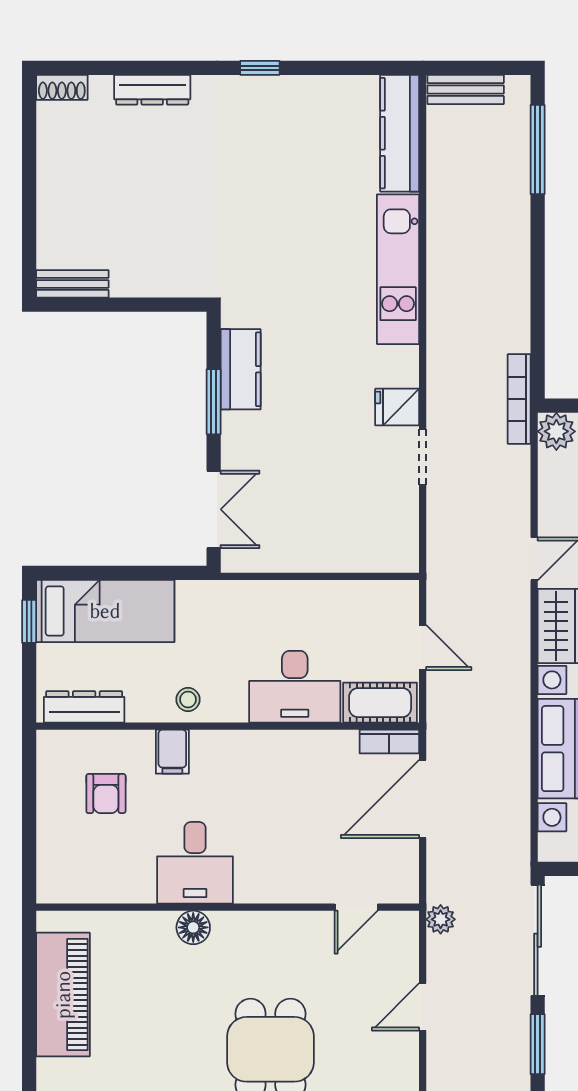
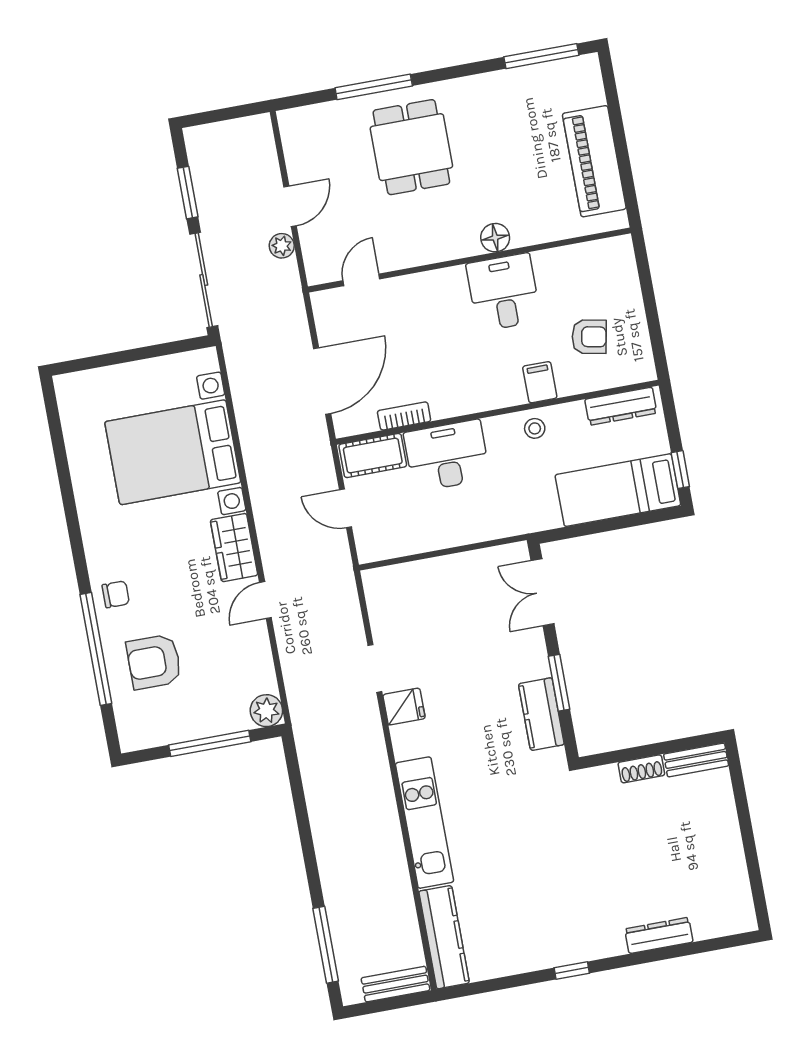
shoe rack: (62, 87) -> (641, 769), moved, turned 180
bookcase: (519, 399) -> (303, 732), removed
bookcase: (389, 741) -> (404, 416), moved
armchair: (106, 794) -> (589, 337), turned 101
plant: (441, 919) -> (282, 246), moved

